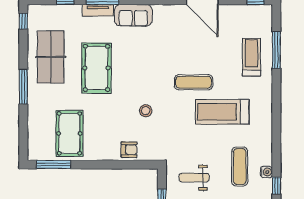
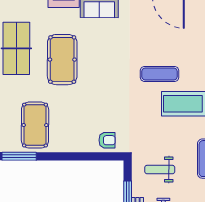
stool: (146, 111) -> (111, 102), removed
armchair: (129, 150) -> (107, 140), moved

